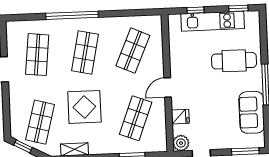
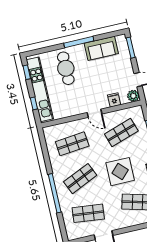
kitchen unit: (213, 21) -> (40, 89), width x1.36
shop shelf: (133, 51) -> (72, 144), turned -30
shop shelf: (85, 53) -> (80, 179), turned -36
shop shelf: (136, 118) -> (121, 132), turned -39

